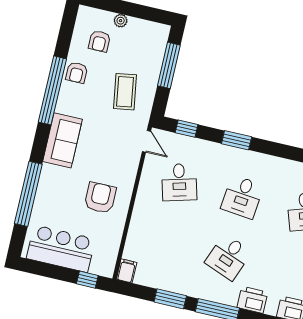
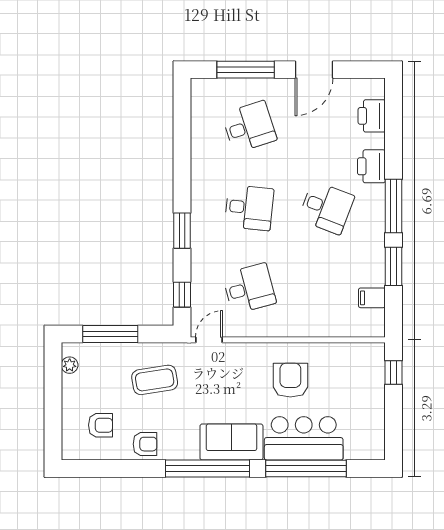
plant: (121, 21) -> (70, 365), moved
window: (52, 90) -> (207, 468), moved
armchair: (100, 198) -> (290, 380), turned 90
bar counter: (61, 249) -> (304, 438), moved, turned 90
filing cabinet: (127, 271) -> (372, 298), moved

